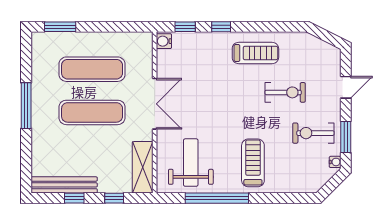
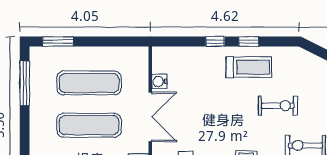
window: (185, 27) -> (249, 41), moved
water cooler: (164, 41) -> (159, 81), moved
window: (26, 106) -> (25, 83), moved

